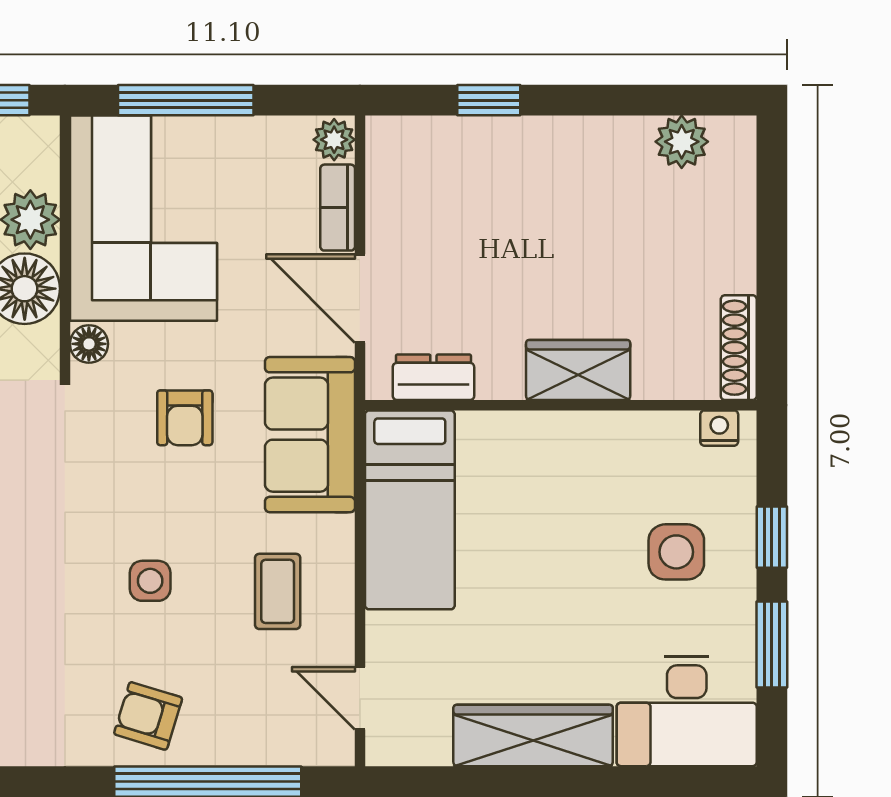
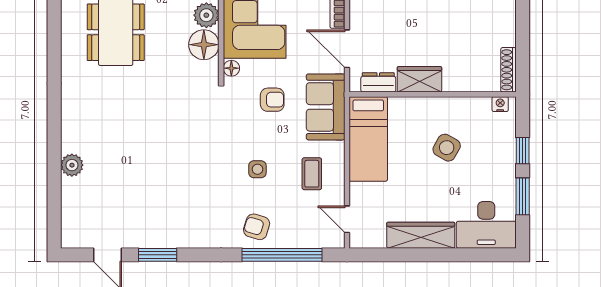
wardrobe: (578, 370) -> (419, 79), moved
armchair: (185, 418) -> (272, 100), turned -90
side table: (676, 552) -> (447, 148), moved, turned 30

